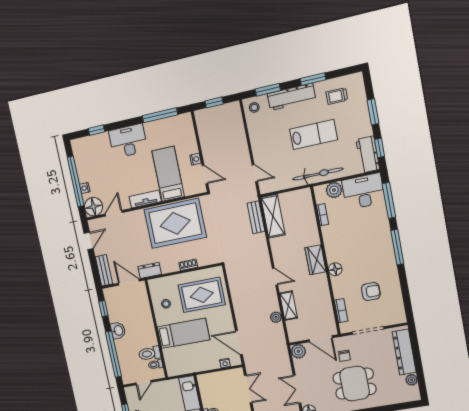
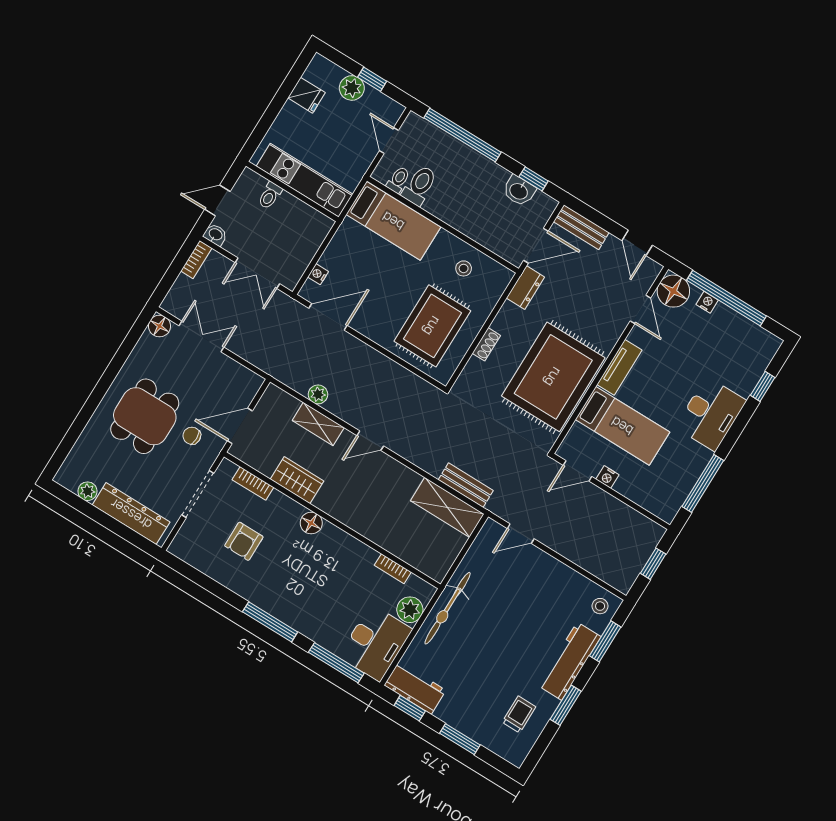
lab bench: (314, 135) -> (500, 646), removed
wardrobe: (315, 260) -> (297, 480), moved
washbasin: (118, 331) -> (519, 191), moved
bed: (183, 333) -> (393, 221), moved, turned -90
plant: (298, 351) -> (249, 383), removed

